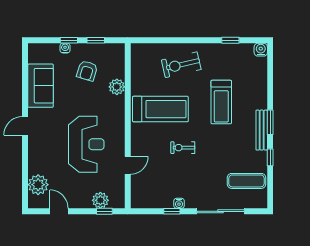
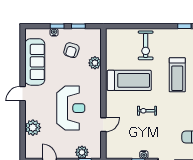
exercise bike: (181, 65) -> (146, 45), turned -77
sofa: (41, 86) -> (35, 62), width x1.36
plant: (38, 185) -> (33, 128), moved

